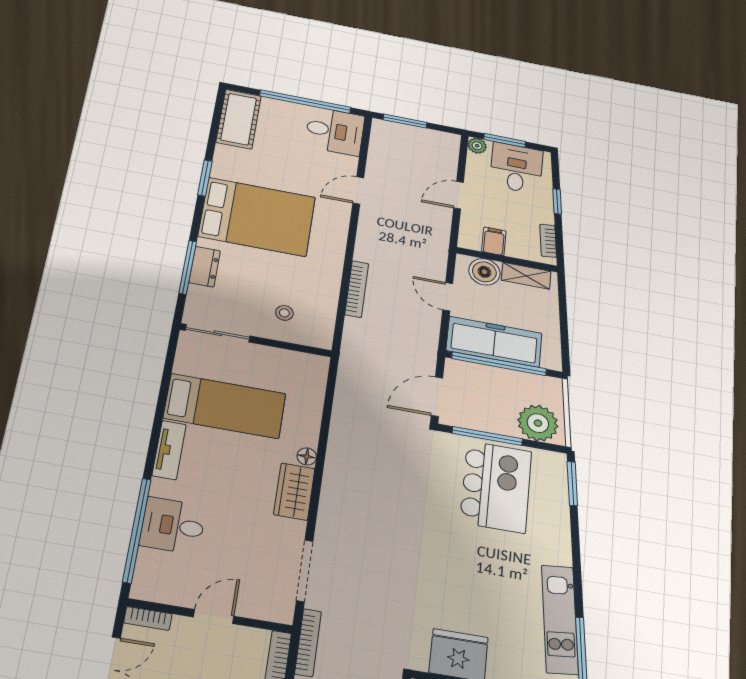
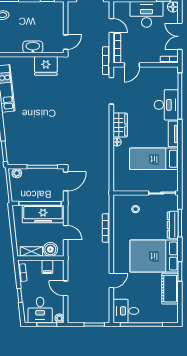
cot: (239, 119) -> (170, 289), moved
door: (459, 195) -> (66, 288), swing flipped
dresser: (205, 267) -> (173, 225), width x1.44
plant: (538, 423) -> (17, 173), width x0.53, depth x0.53
kitchen island: (496, 487) -> (37, 143), removed
desk: (173, 526) -> (166, 105), width x1.37
door: (214, 617) -> (132, 65), moved

